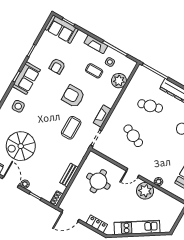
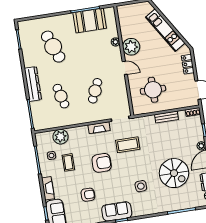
fireplace: (96, 44) -> (48, 188), moved
armchair: (73, 96) -> (102, 163), turned -90
side table: (18, 106) -> (141, 186), moved

